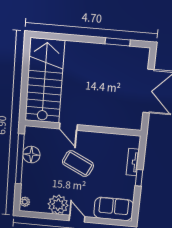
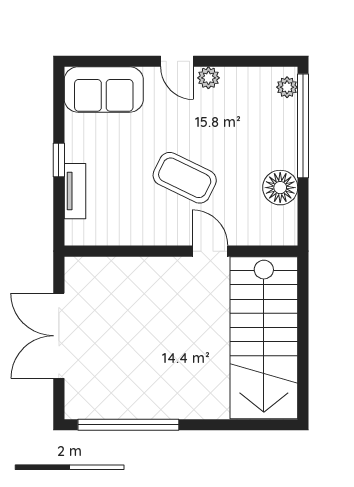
window: (118, 42) -> (128, 425), width x2.11
window: (20, 159) -> (303, 126), moved
plant: (58, 205) -> (208, 78), width x0.53, depth x0.53

